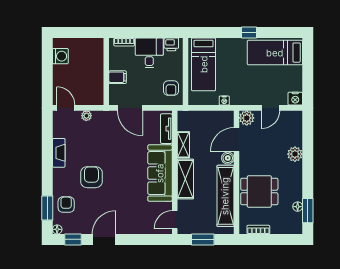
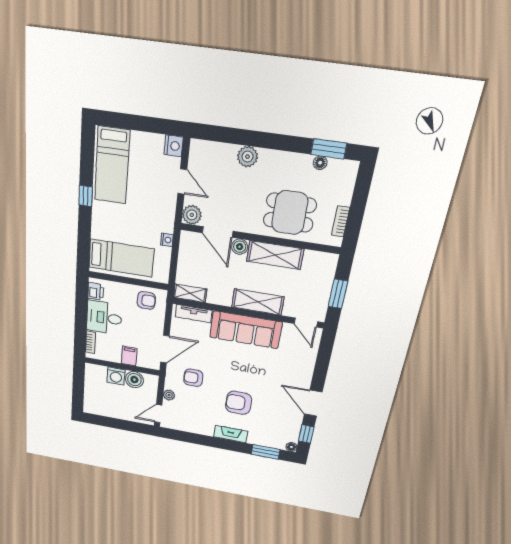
washing machine: (60, 56) -> (116, 376), moved, turned 180
boiler: (96, 84) -> (134, 380), added
shelving: (183, 145) -> (190, 293), moved
fireplace: (59, 153) -> (231, 434), moved
dining table: (259, 191) -> (290, 213), turned 90
shelving: (225, 196) -> (275, 255), width x0.68
armchair: (66, 205) -> (193, 378), moved

